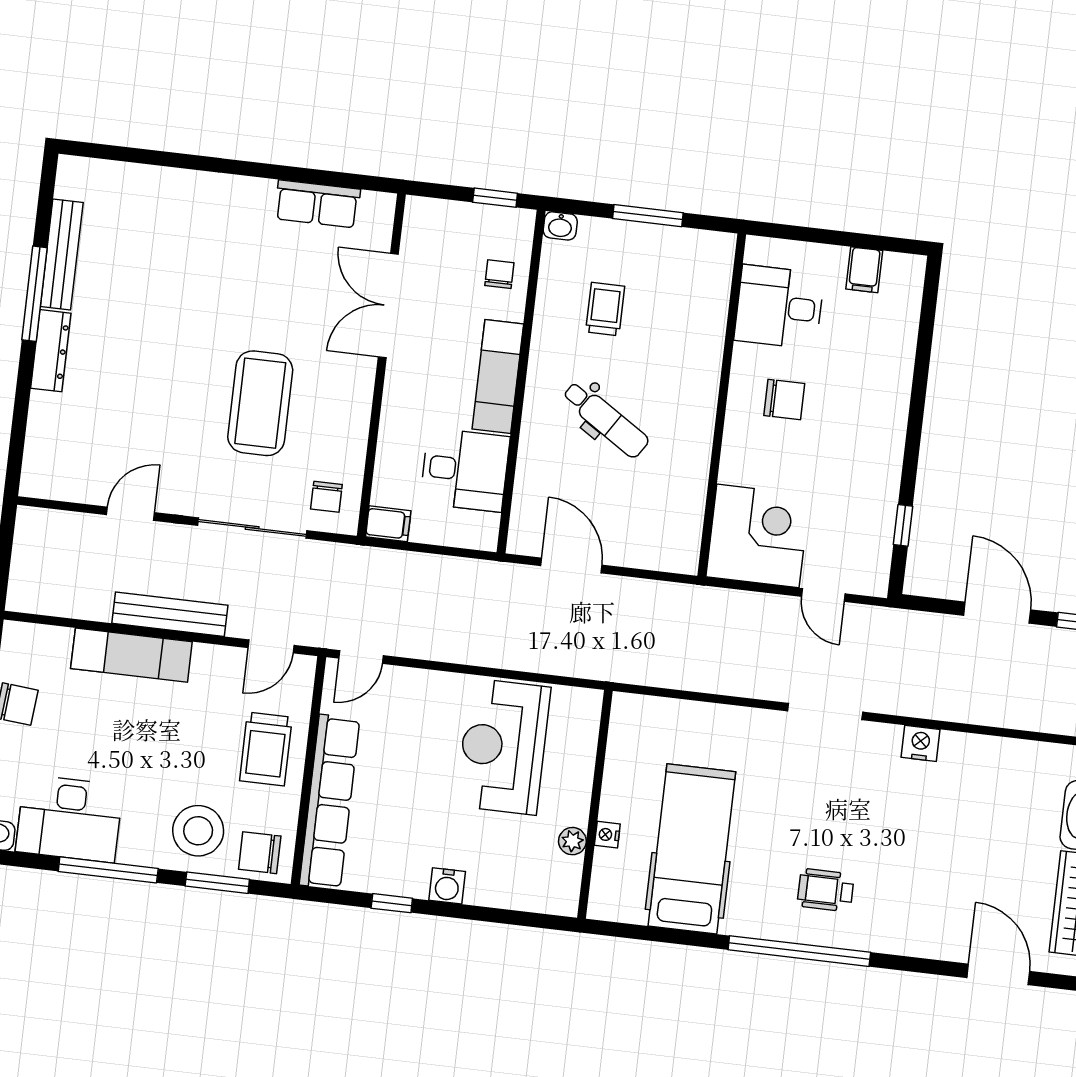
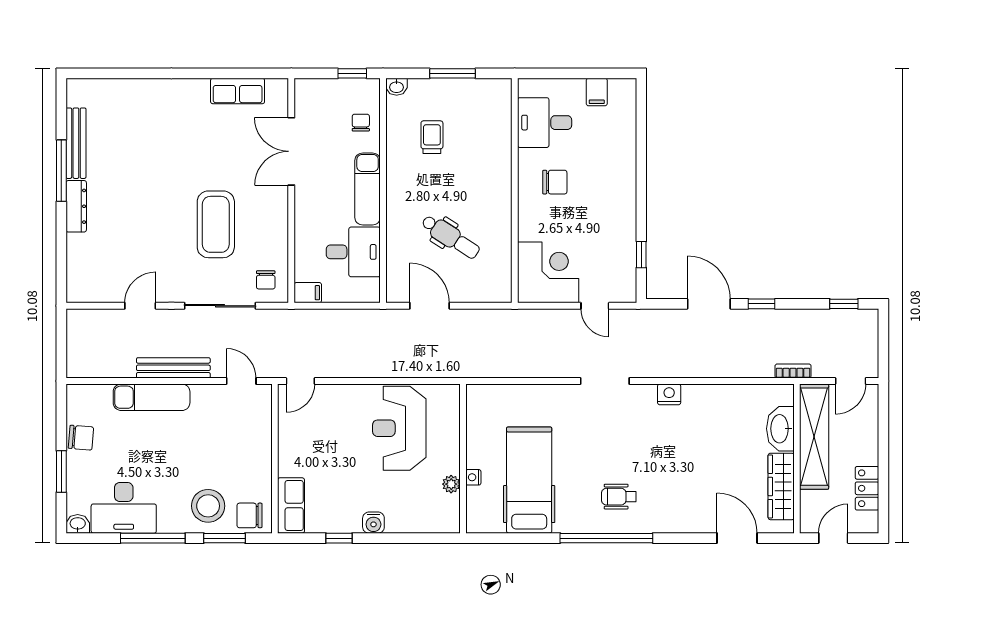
dental chair: (606, 419) -> (451, 237), moved
door: (271, 646) -> (241, 381), swing flipped
trolley: (266, 749) -> (246, 448), removed
row of seats: (330, 802) -> (291, 506), width x0.50

